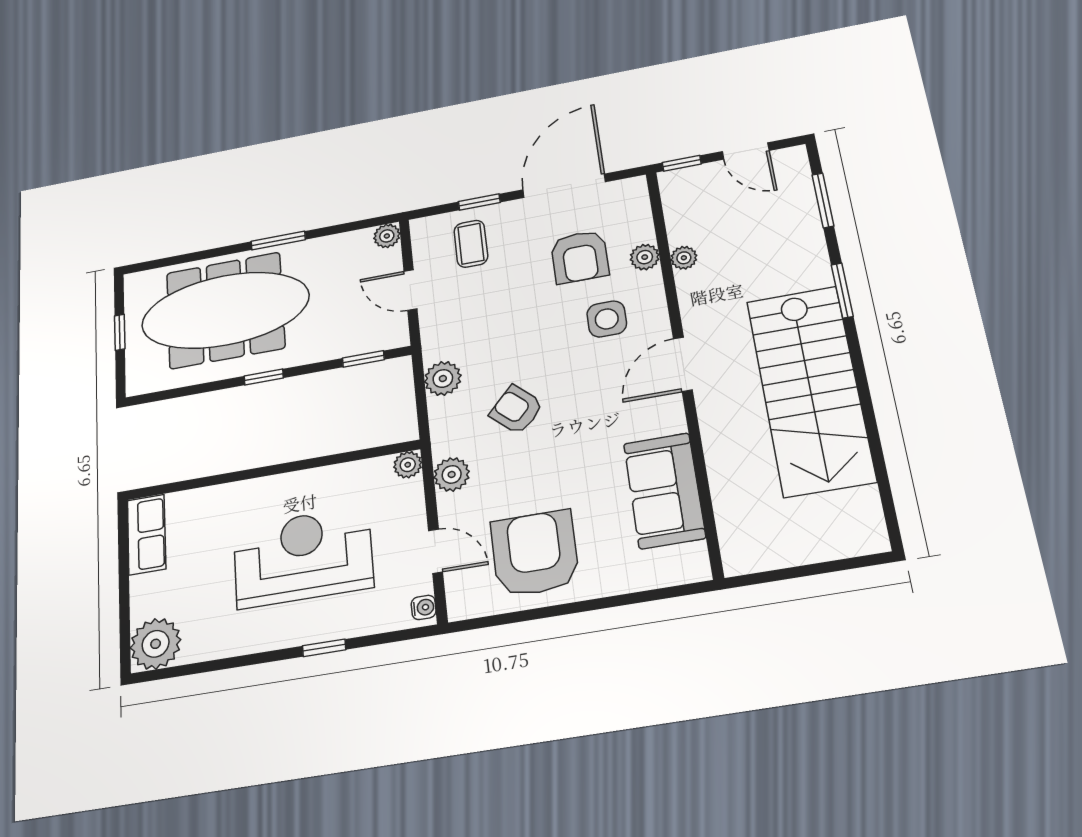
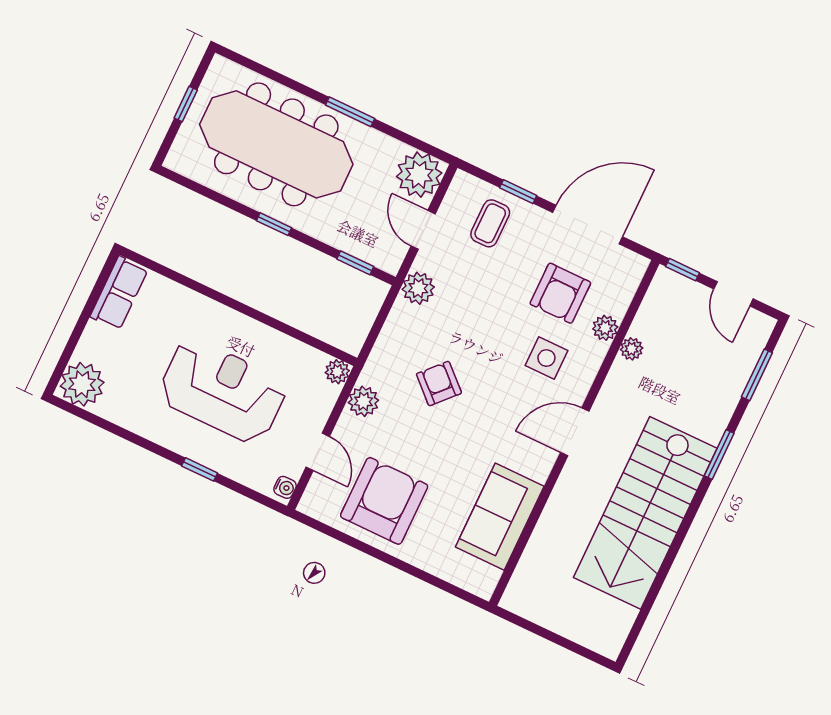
plant: (387, 236) -> (419, 175), width x1.88, depth x1.88
plant: (443, 379) -> (418, 288), moved

